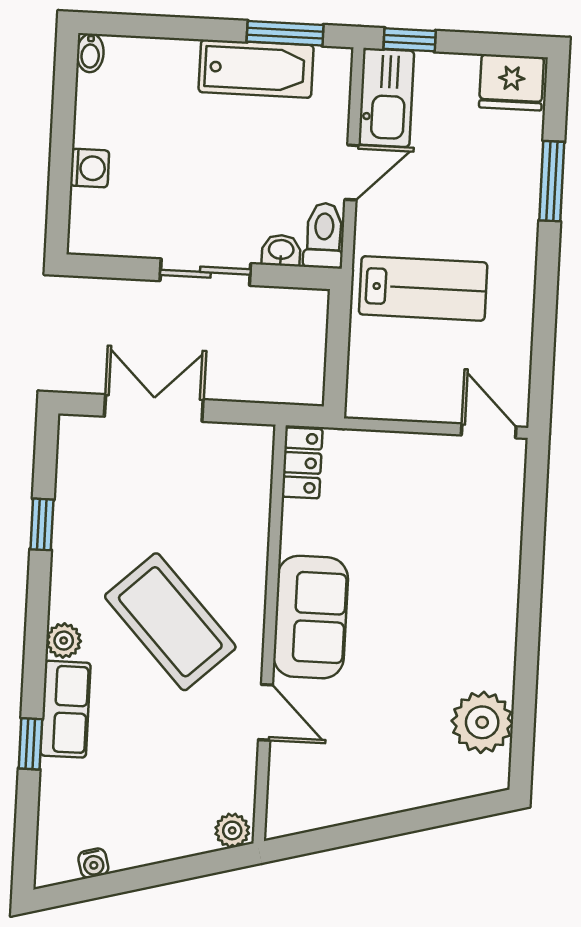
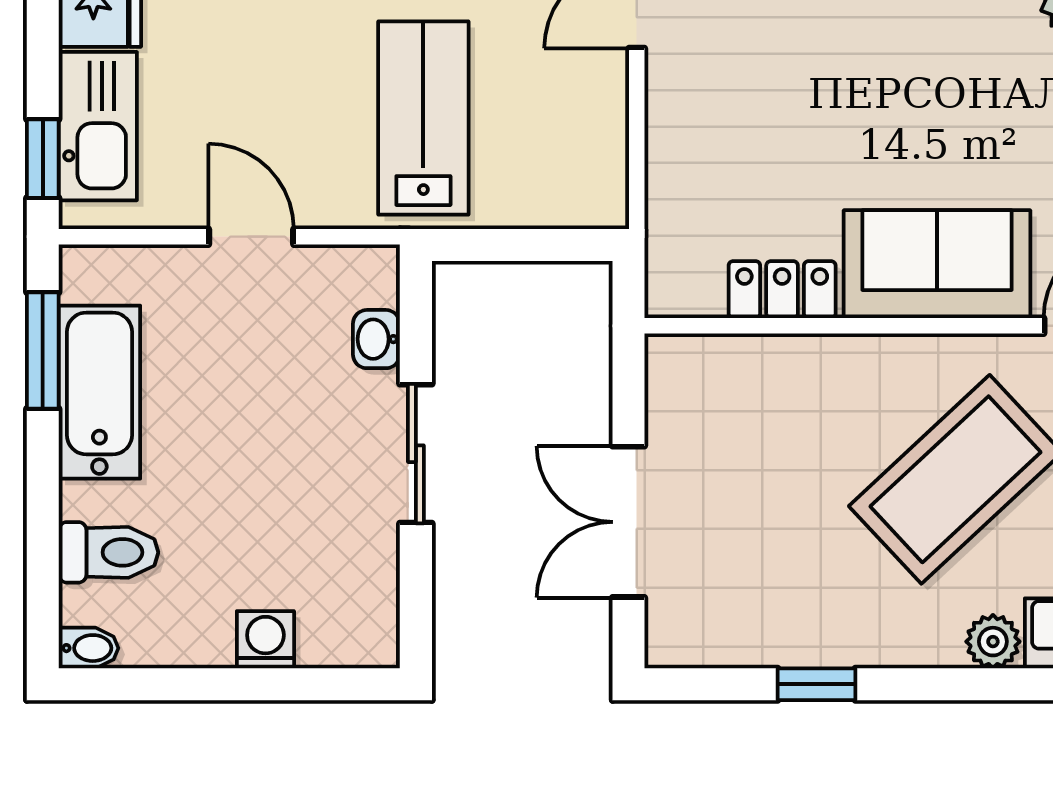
kitchen sink: (386, 98) -> (98, 126), moved, turned 90
toilet: (324, 236) -> (108, 552), moved, turned 180
locker: (302, 463) -> (782, 290), moved

